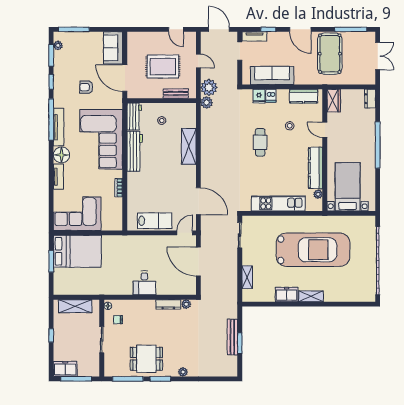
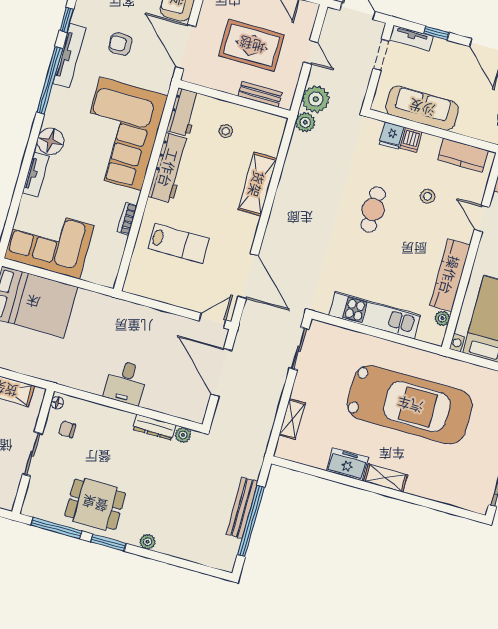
tv unit: (59, 127) -> (69, 56), moved
lab bench: (155, 221) -> (179, 243), moved
window: (240, 343) -> (251, 521), width x2.11

